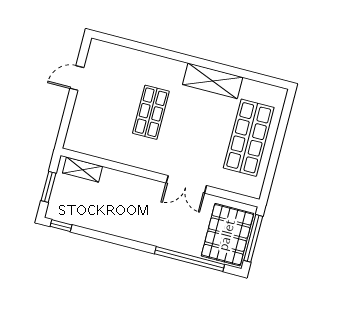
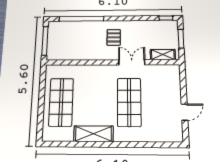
shop shelf: (151, 112) -> (129, 102), width x1.43, depth x1.36
double door: (186, 184) -> (132, 62), moved
pallet: (227, 235) -> (114, 37), moved, width x0.49, depth x0.50

